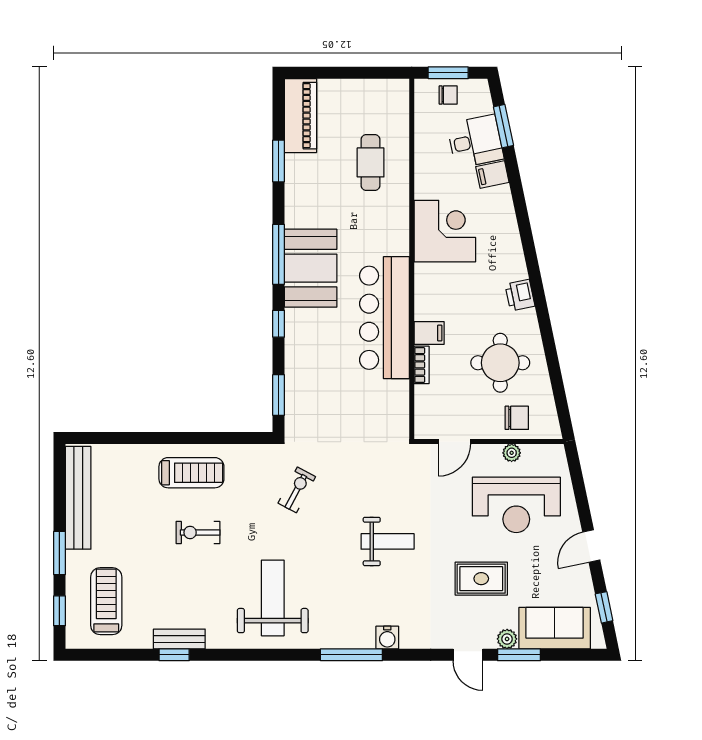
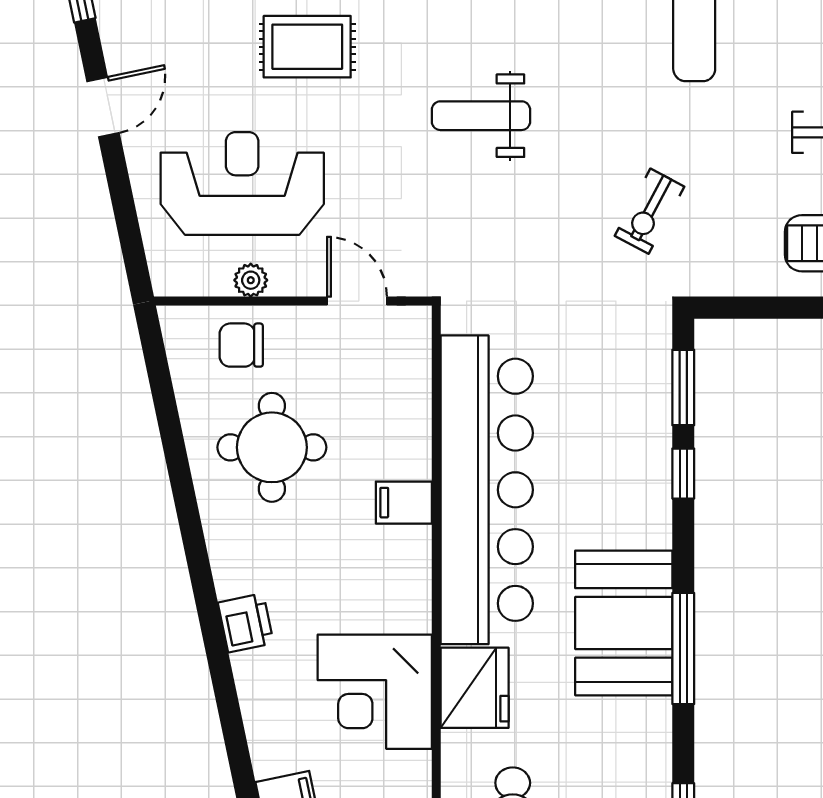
fridge: (391, 233) -> (475, 688), added
printer: (520, 295) -> (246, 623), moved
bar counter: (384, 318) -> (487, 490), width x1.36
window: (279, 324) -> (683, 474), moved
bookcase: (422, 365) -> (418, 443), removed
door: (454, 442) -> (357, 301), hinge flipped

